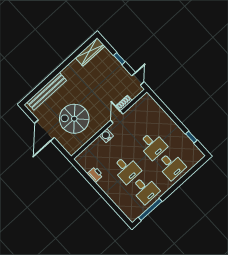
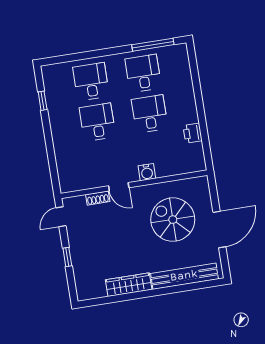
wardrobe: (90, 52) -> (129, 285), moved
door: (117, 117) -> (119, 187), hinge flipped
spiral stairs: (74, 119) -> (173, 220), turned 180

